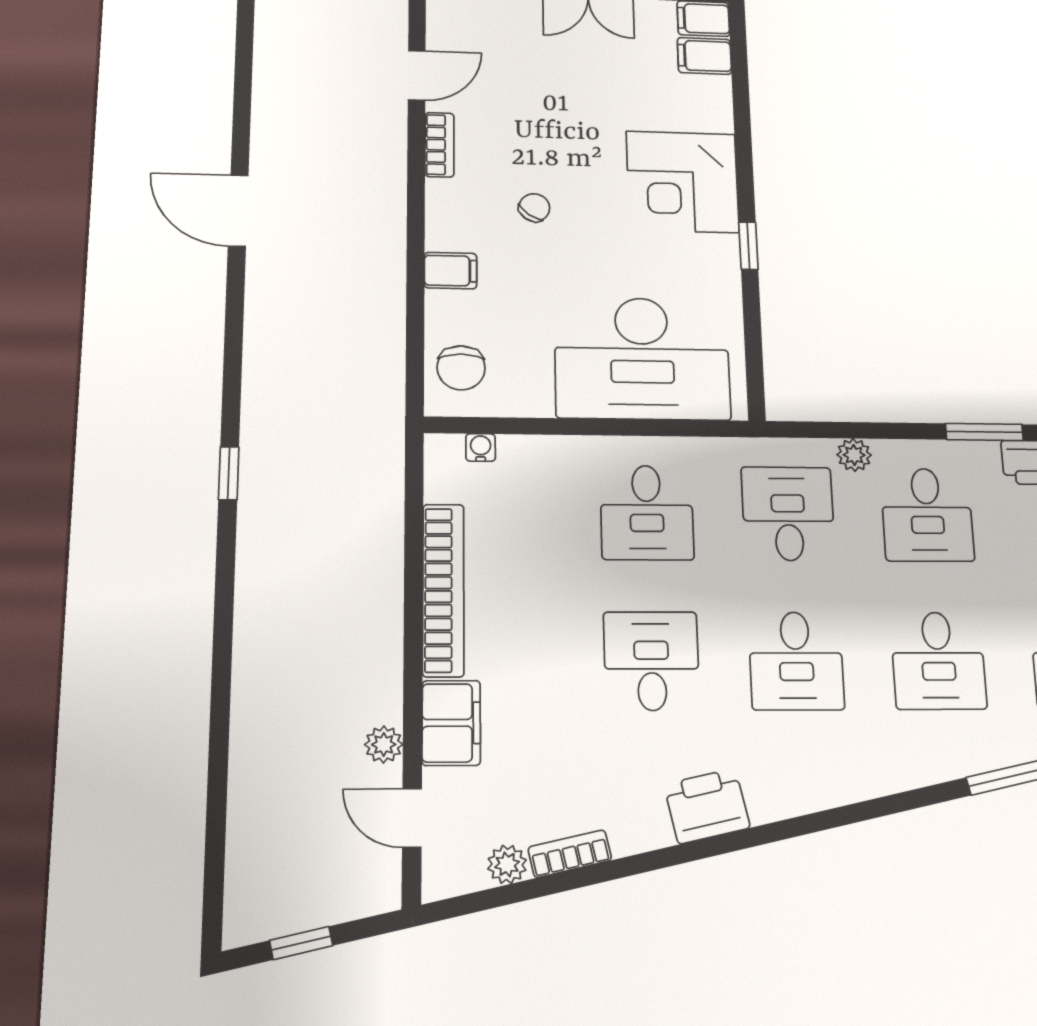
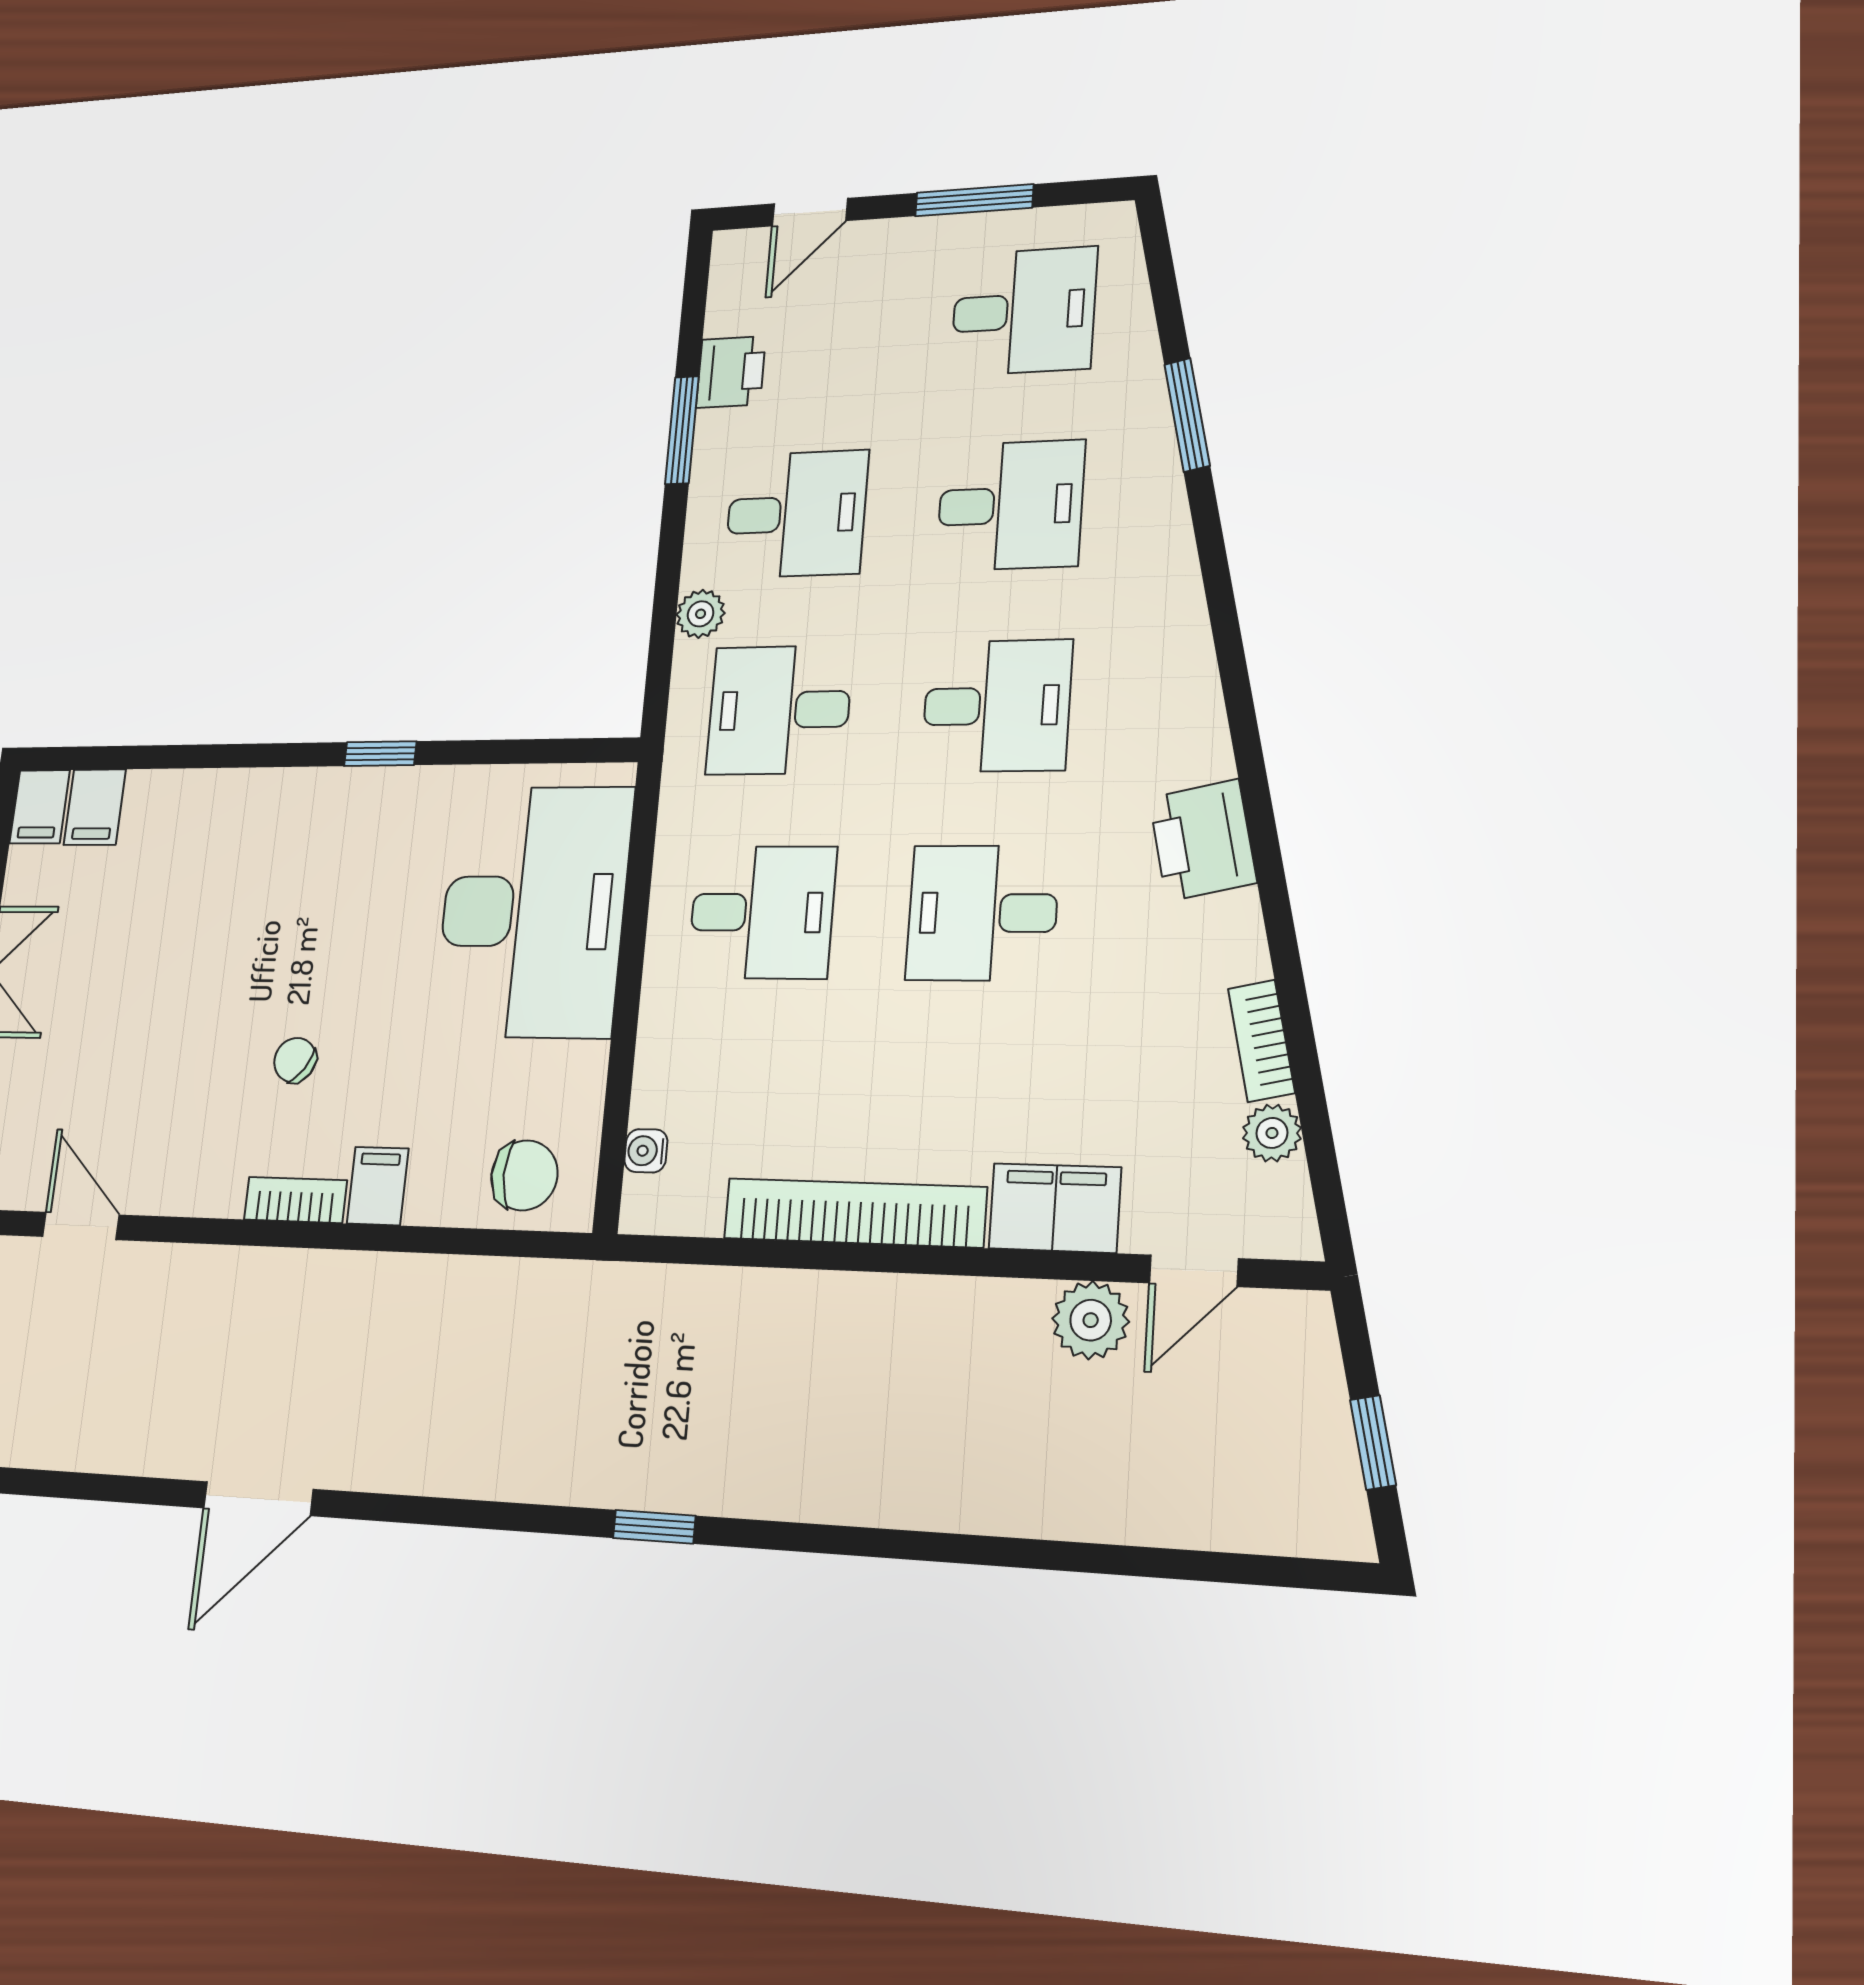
bookcase: (439, 145) -> (295, 1200), moved
corner desk: (682, 182) -> (277, 845), removed
plant: (384, 744) -> (1091, 1320), width x1.38, depth x1.38

